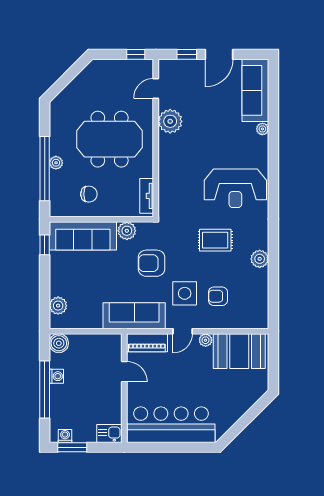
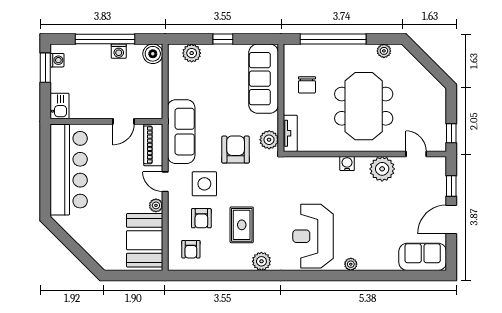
door: (219, 54) -> (451, 219), hinge flipped
sofa: (255, 90) -> (423, 257), width x0.73
plant: (262, 129) -> (351, 264), moved
water cooler: (165, 155) -> (347, 164), added
plant: (56, 163) -> (384, 51), moved
tv unit: (147, 196) -> (290, 133), moved, turned 90
plant: (127, 231) -> (269, 140), moved
rug: (215, 240) -> (242, 225), moved
window: (45, 245) -> (223, 39), moved
plant: (260, 259) -> (261, 261), moved
armchair: (218, 296) -> (201, 218), turned 180
armchair: (248, 306) -> (191, 249), added

